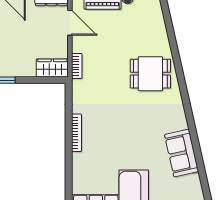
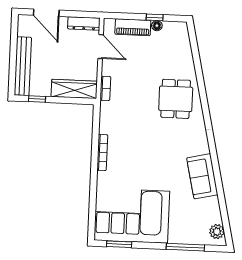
wardrobe: (52, 68) -> (74, 89), width x1.50
dining table: (150, 74) -> (176, 99), turned 90

